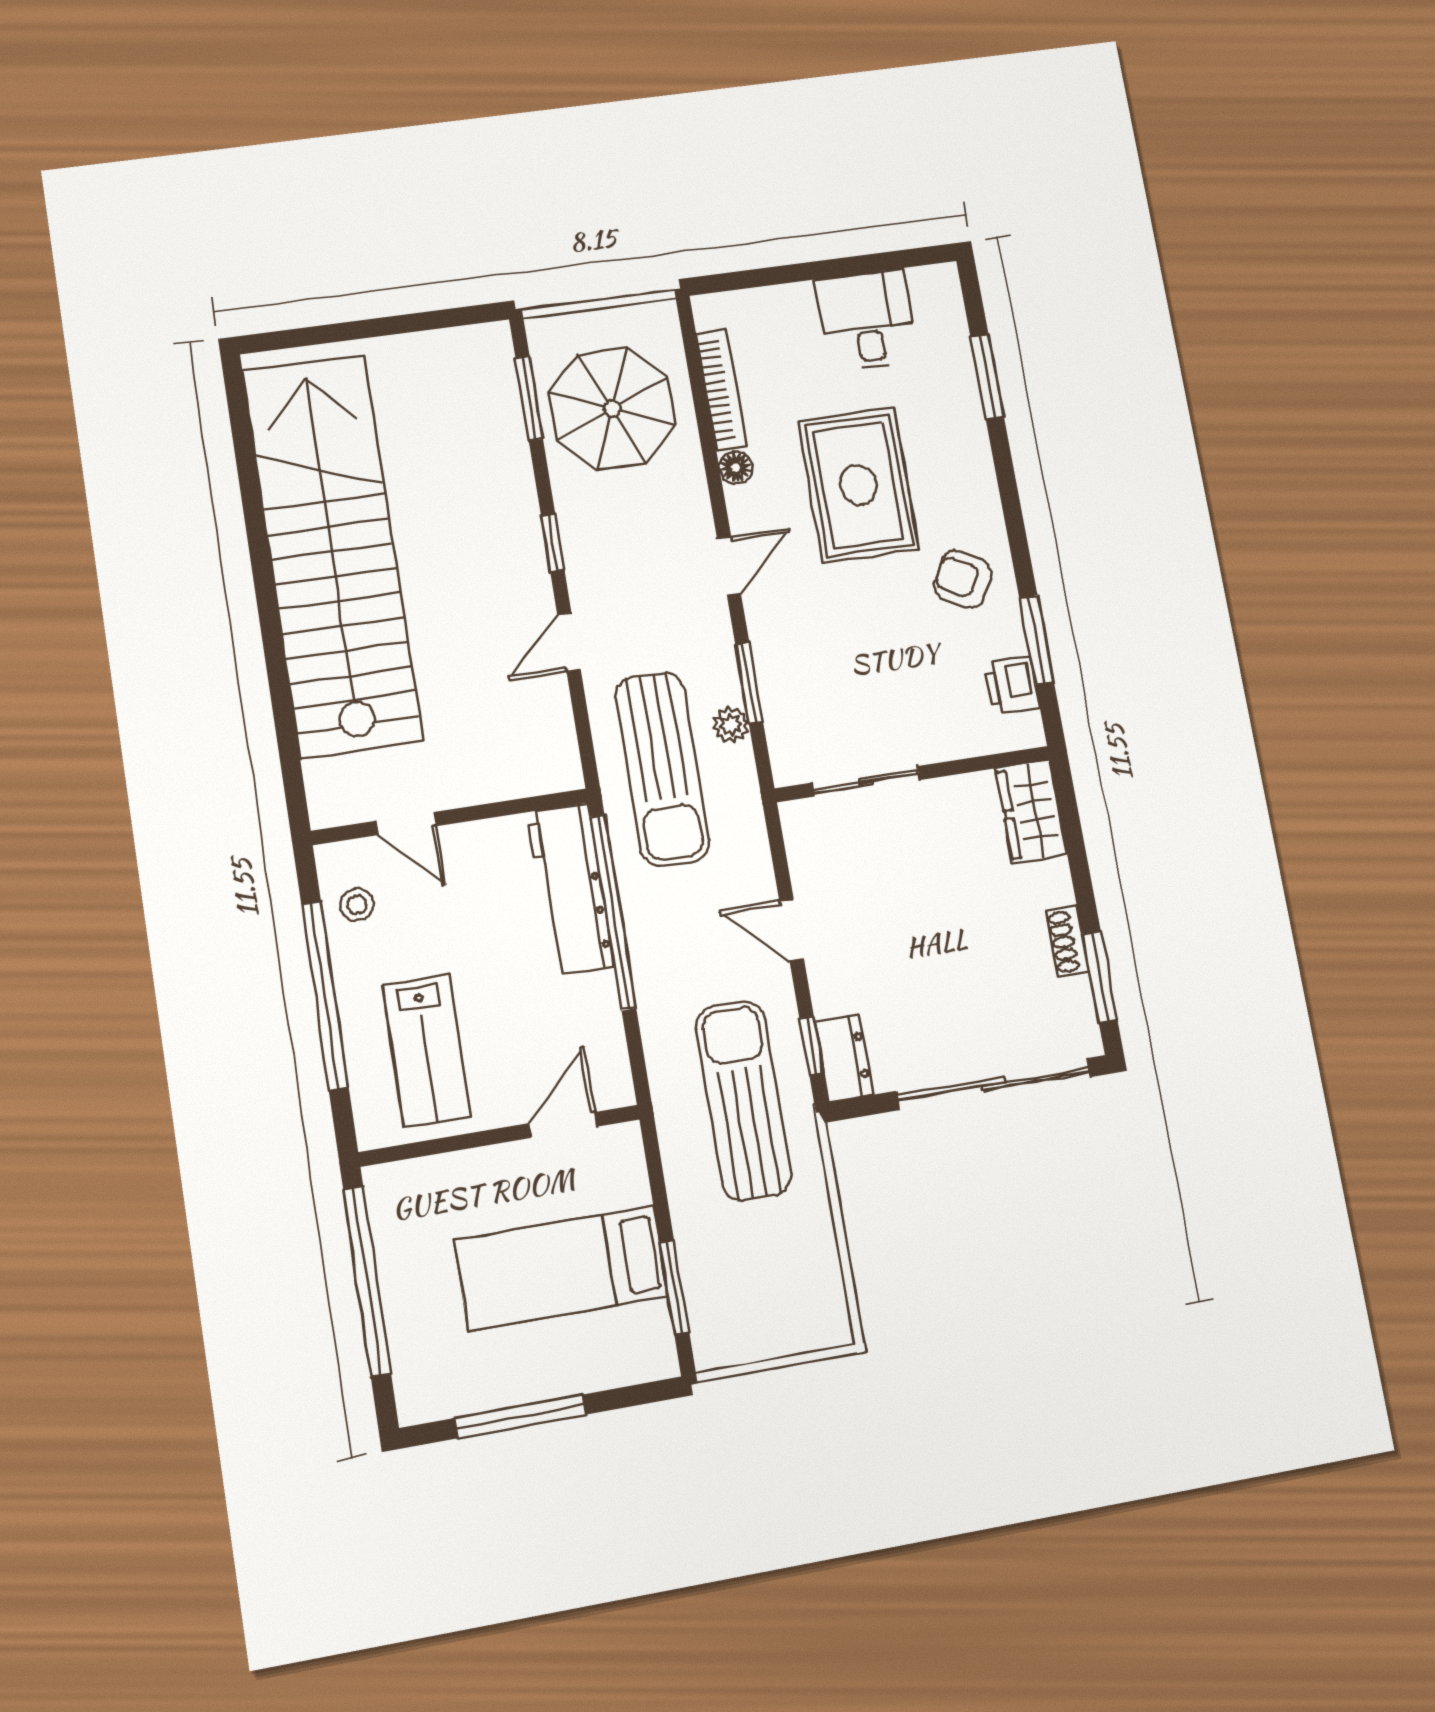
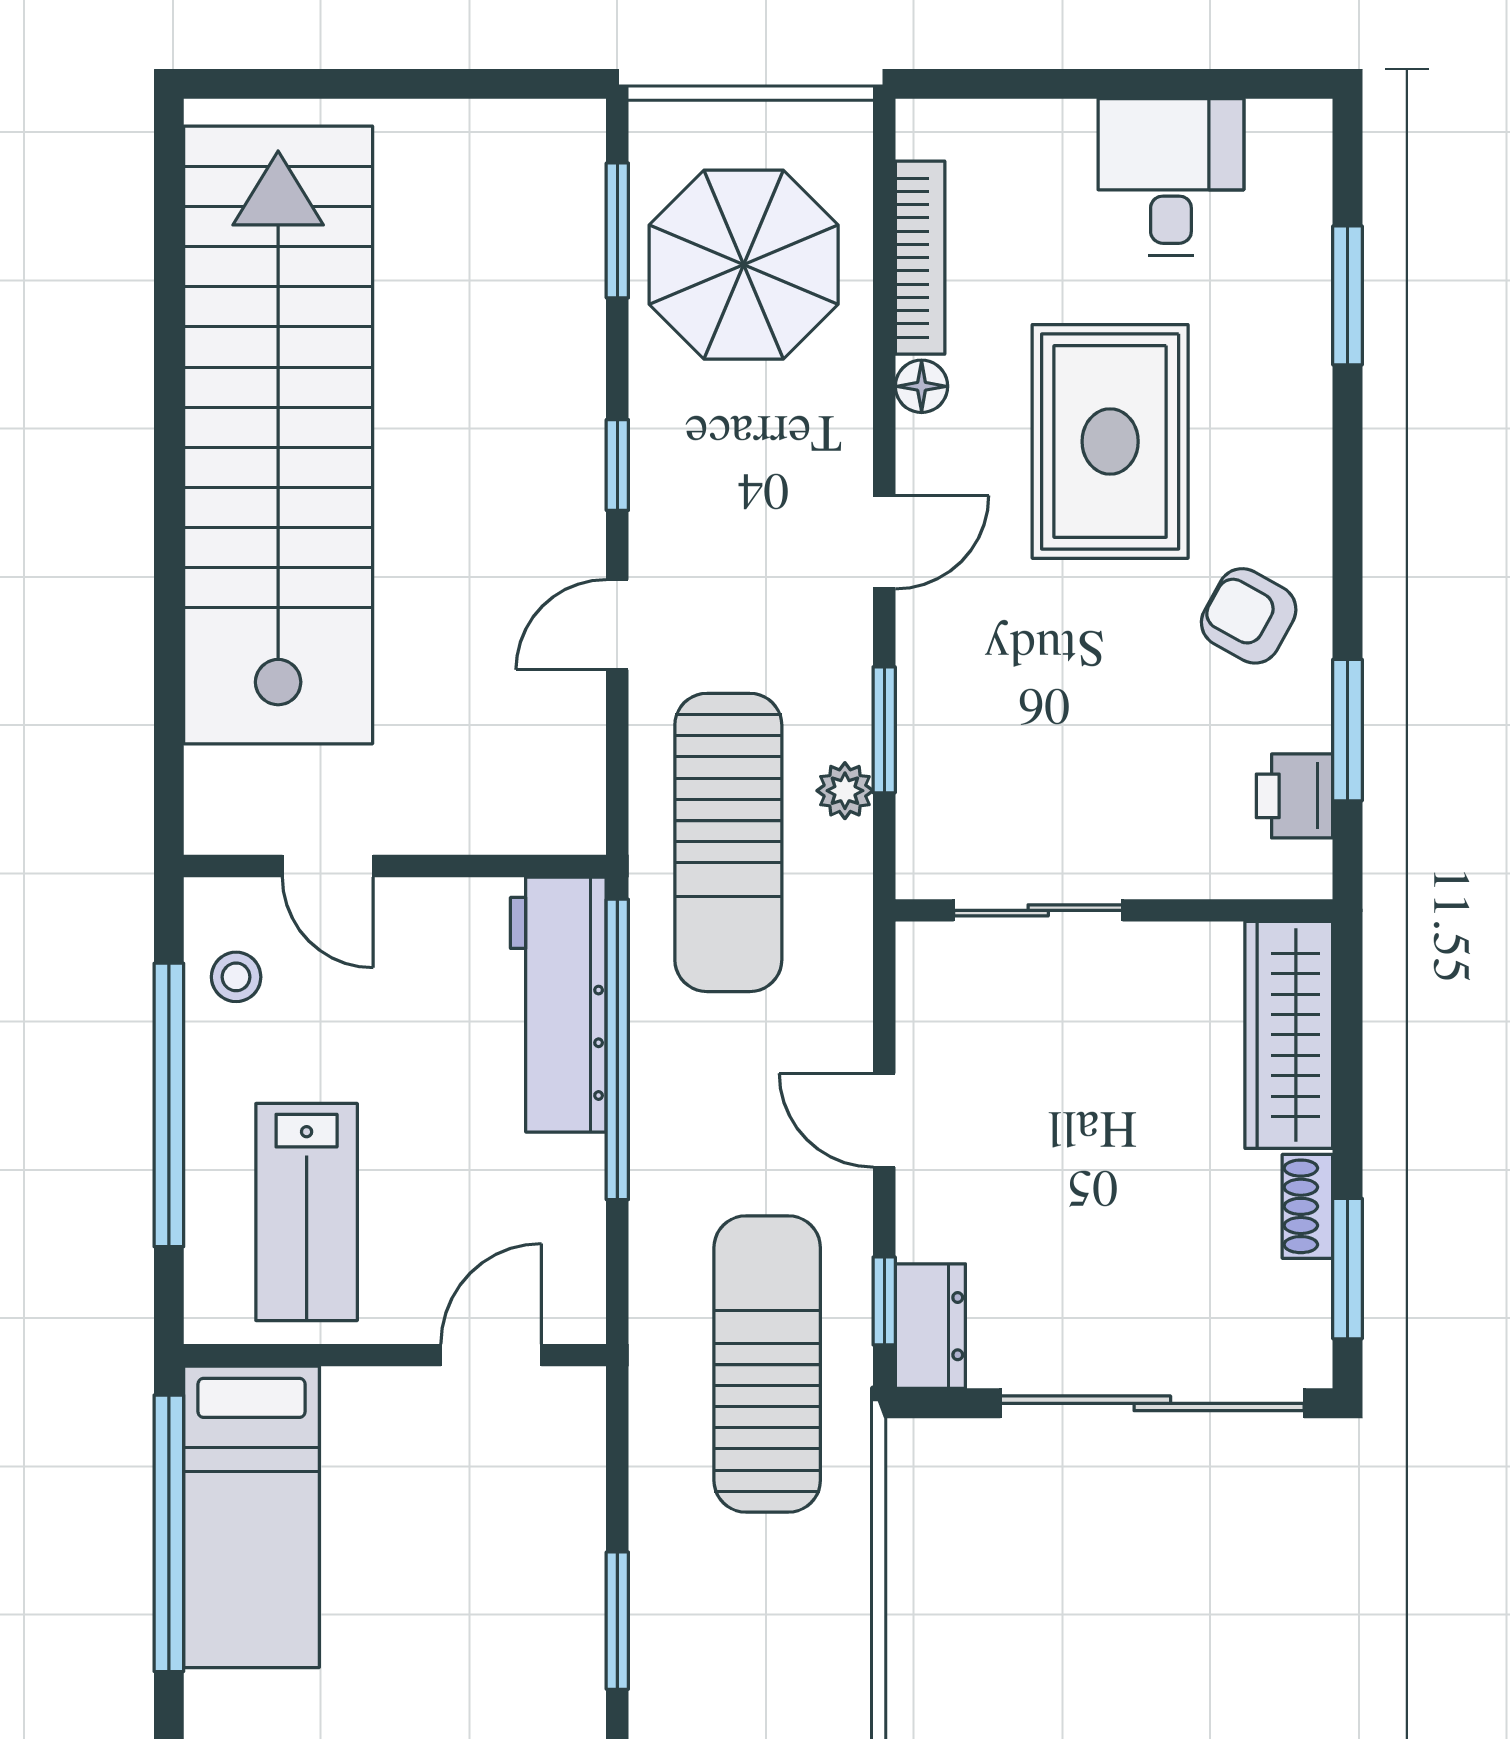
wardrobe: (1031, 811) -> (1289, 1035), width x1.50
bed: (562, 1268) -> (252, 1517), moved, turned -90

